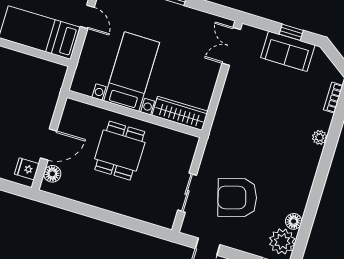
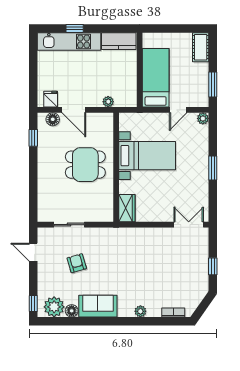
sofa: (288, 51) -> (98, 306), moved, turned 90
plant: (51, 99) -> (108, 102), added
wardrobe: (180, 113) -> (127, 208), width x0.67
armchair: (237, 198) -> (77, 263), width x0.53, depth x0.53
window: (68, 204) -> (33, 138), added

